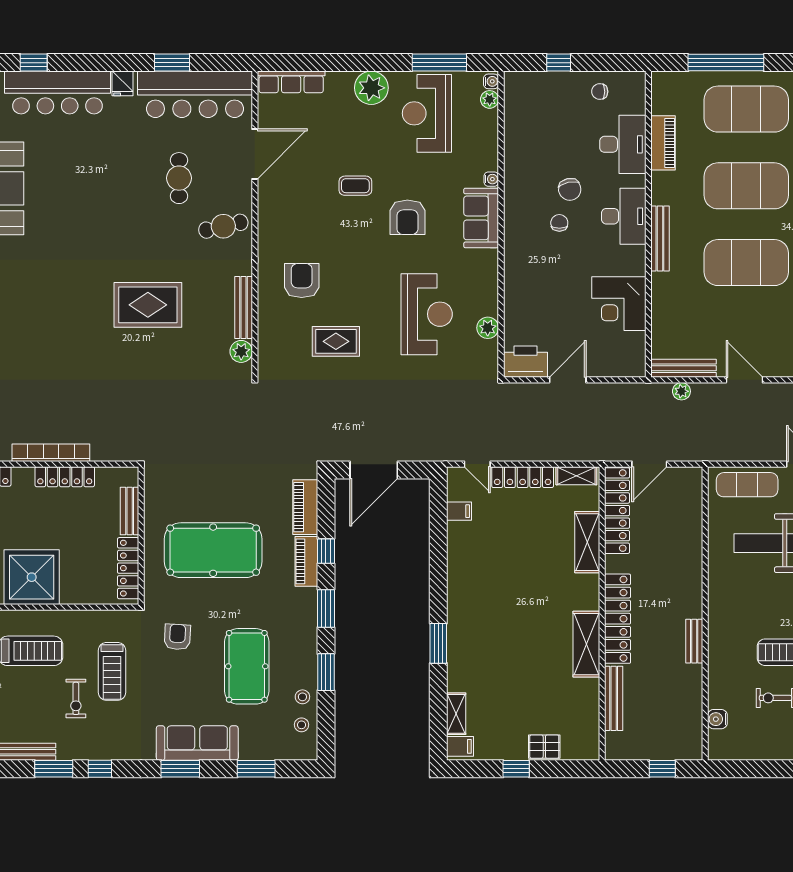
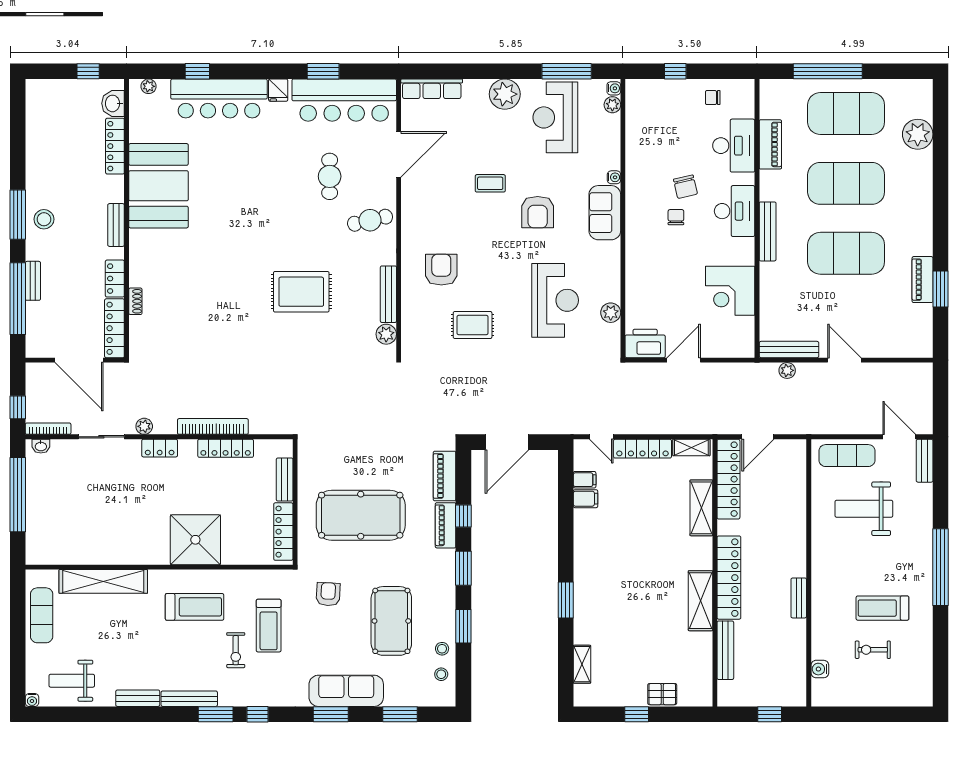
filing cabinet: (460, 746) -> (586, 499), moved

